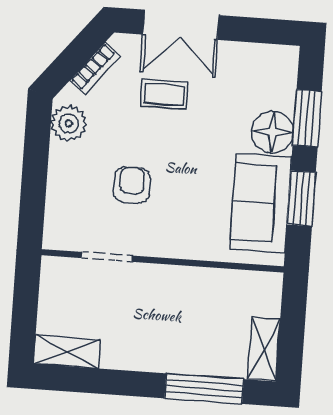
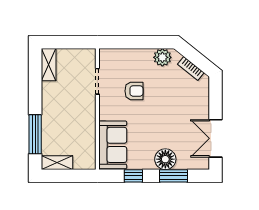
double door: (181, 25) -> (216, 138), moved
coffee table: (164, 94) -> (180, 104), removed
window: (301, 198) -> (133, 176), width x0.67
sofa: (261, 203) -> (113, 145), moved, turned 90

